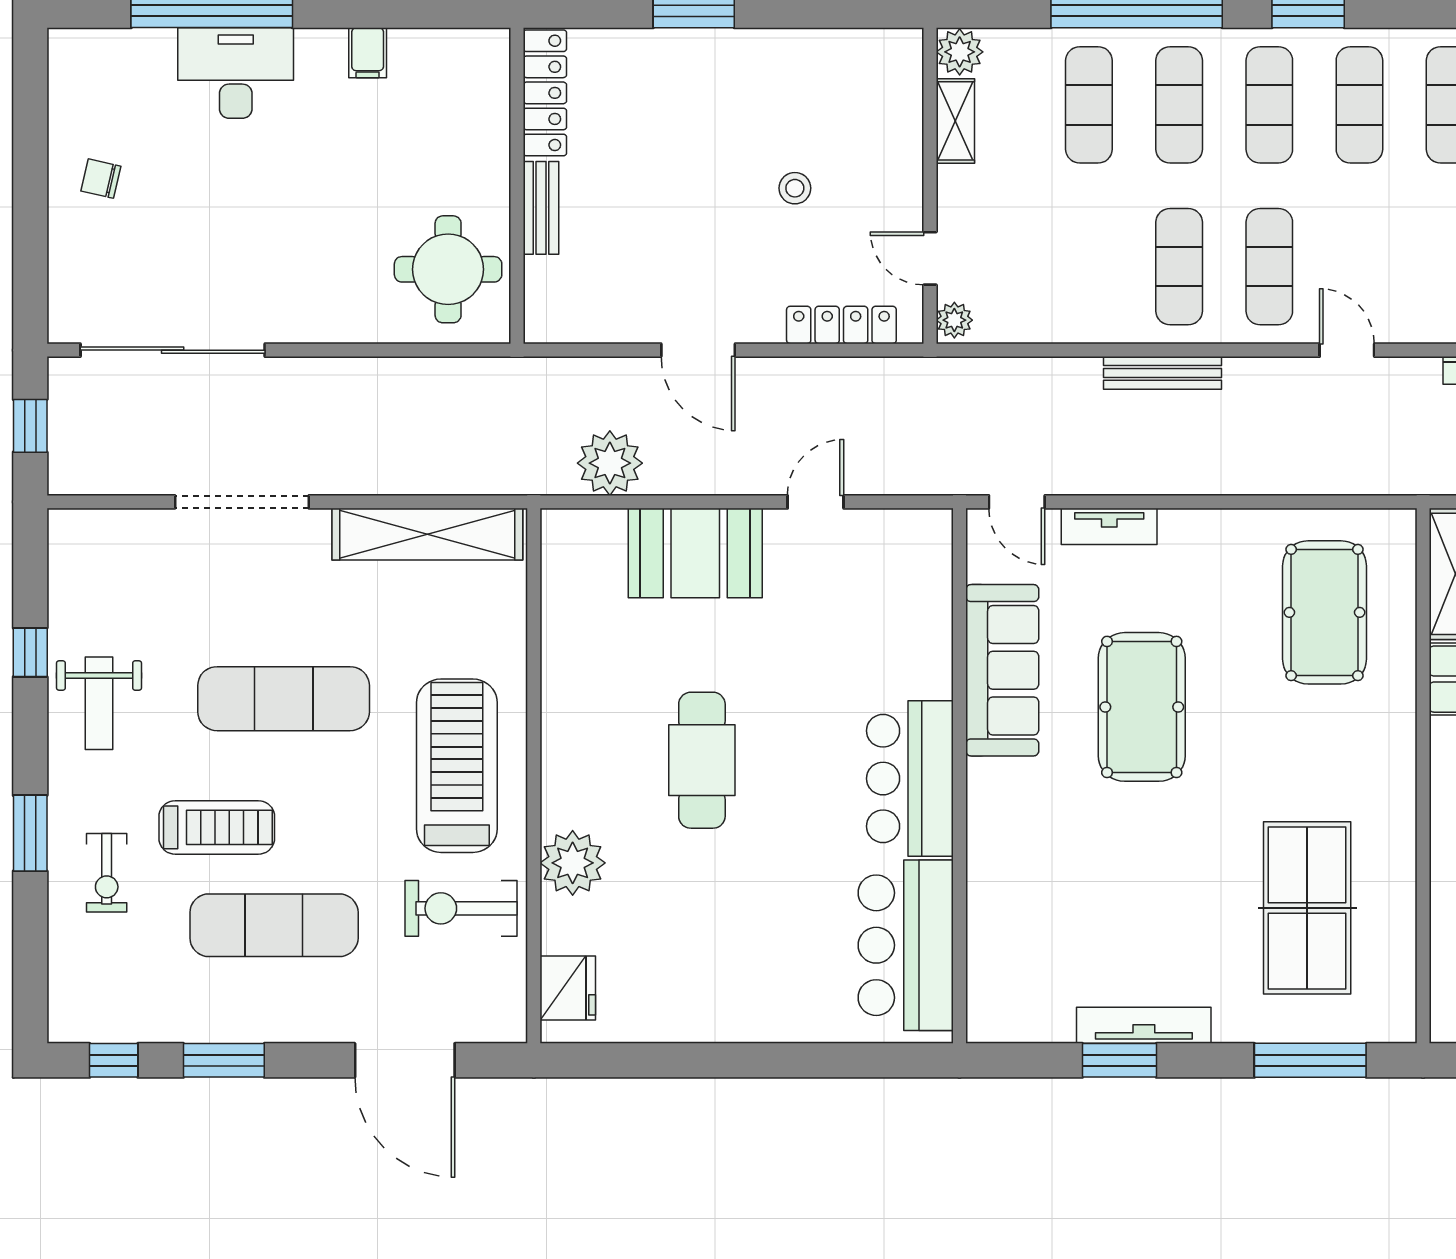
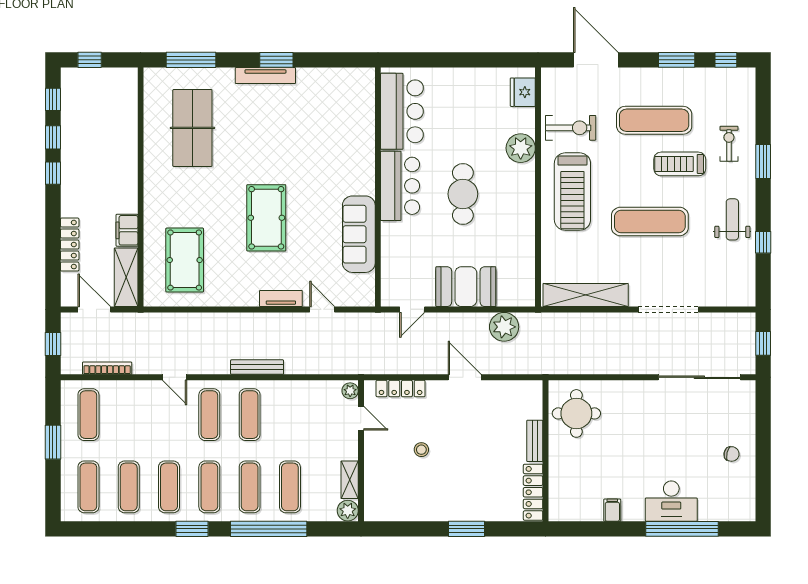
sofa: (1002, 670) -> (359, 234), moved
wall: (959, 776) -> (378, 187), moved
bar counter: (910, 779) -> (400, 186), moved
bar counter: (906, 945) -> (402, 111), moved

